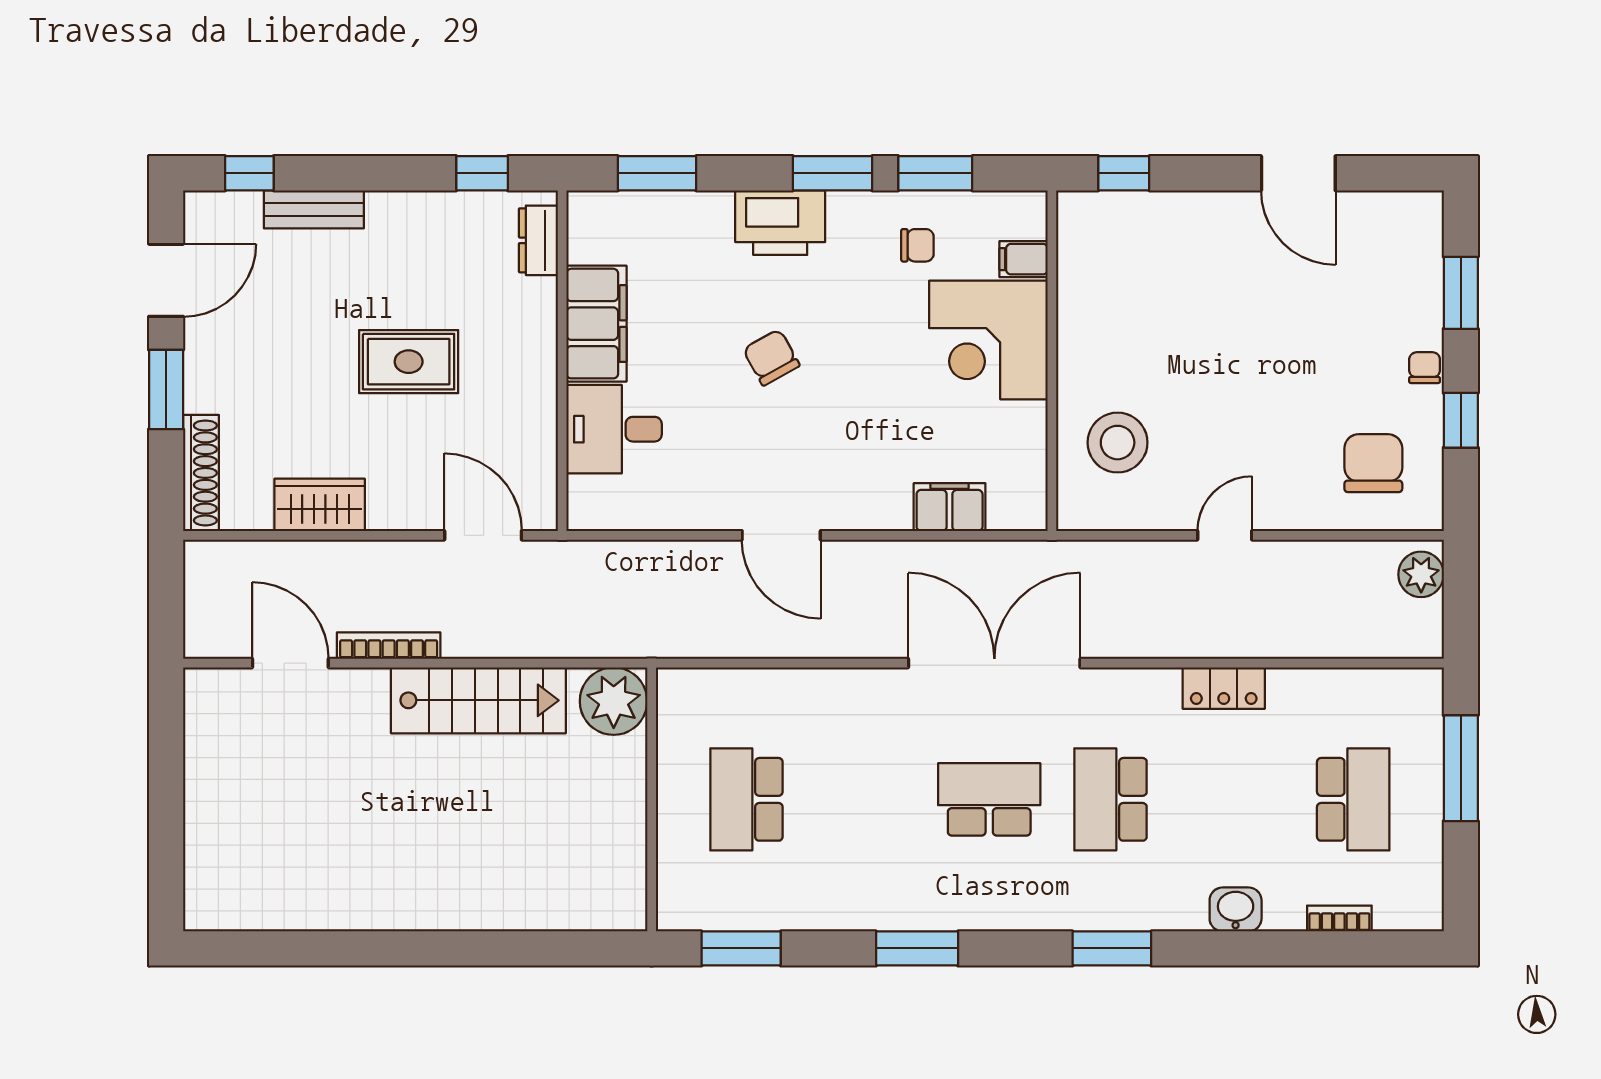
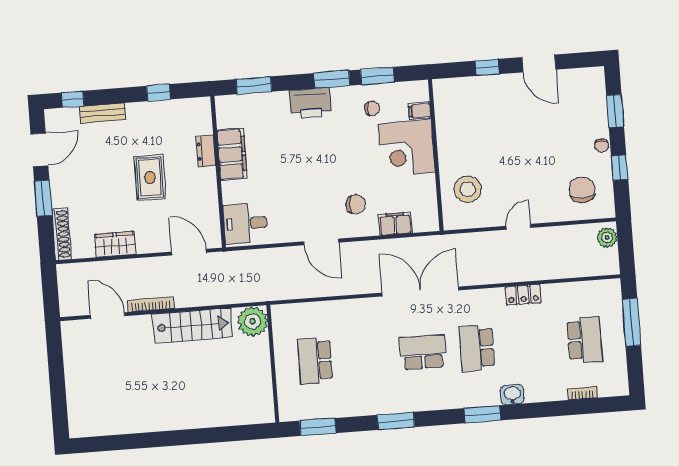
window: (482, 173) -> (158, 93), moved
window: (1124, 173) -> (487, 67), moved
dresser: (538, 240) -> (206, 151), moved
chair: (771, 357) -> (356, 204), moved, turned 119
rug: (409, 362) -> (150, 178), turned 90
chair: (1425, 368) -> (602, 145), turned 180
desk: (614, 429) -> (245, 223), moved
washbasin: (1236, 909) -> (512, 395), moved

